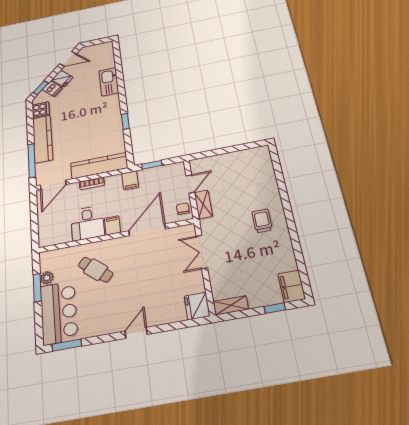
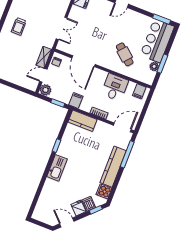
kitchen sink: (109, 82) -> (57, 168), moved
kitchen counter: (99, 166) -> (83, 121), width x0.67
plant: (177, 170) -> (46, 90), added
filing cabinet: (112, 225) -> (139, 91), moved
door: (147, 230) -> (84, 61), hinge flipped

